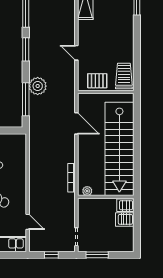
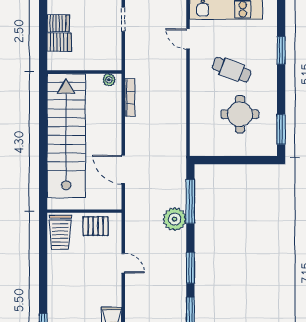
server rack: (125, 205) -> (58, 23), moved

